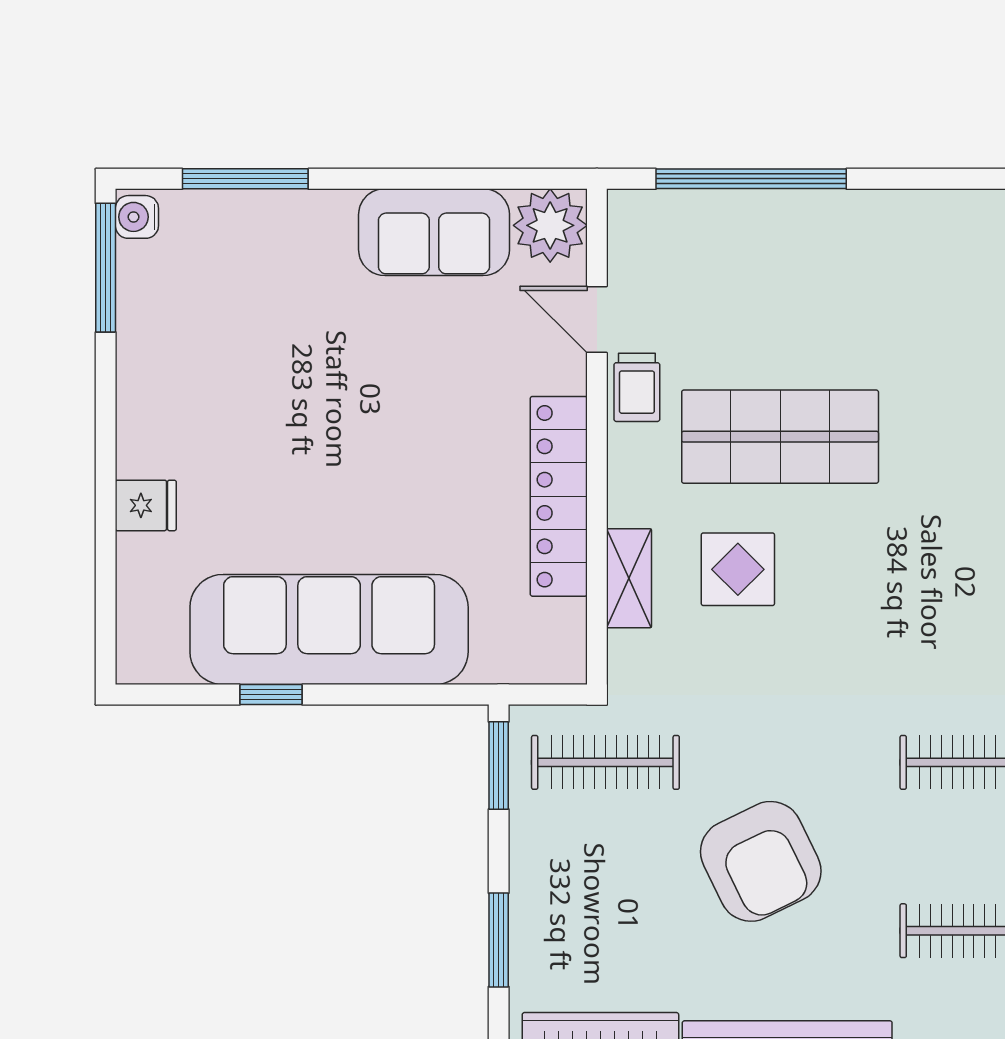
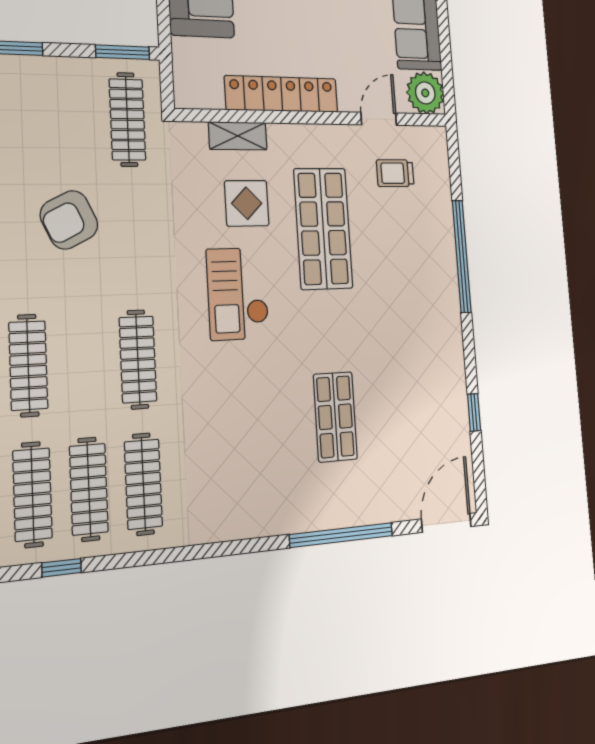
window: (751, 179) -> (462, 256), moved
trolley: (637, 387) -> (395, 173), moved
checkout: (881, 593) -> (238, 294), added
armchair: (761, 861) -> (69, 220), width x0.73, depth x0.73

